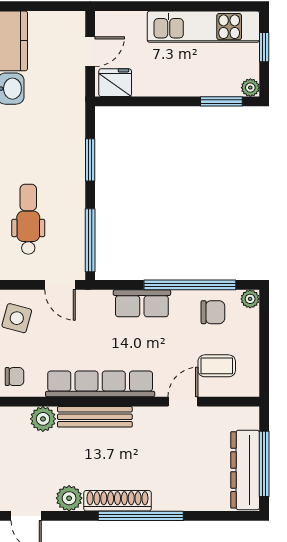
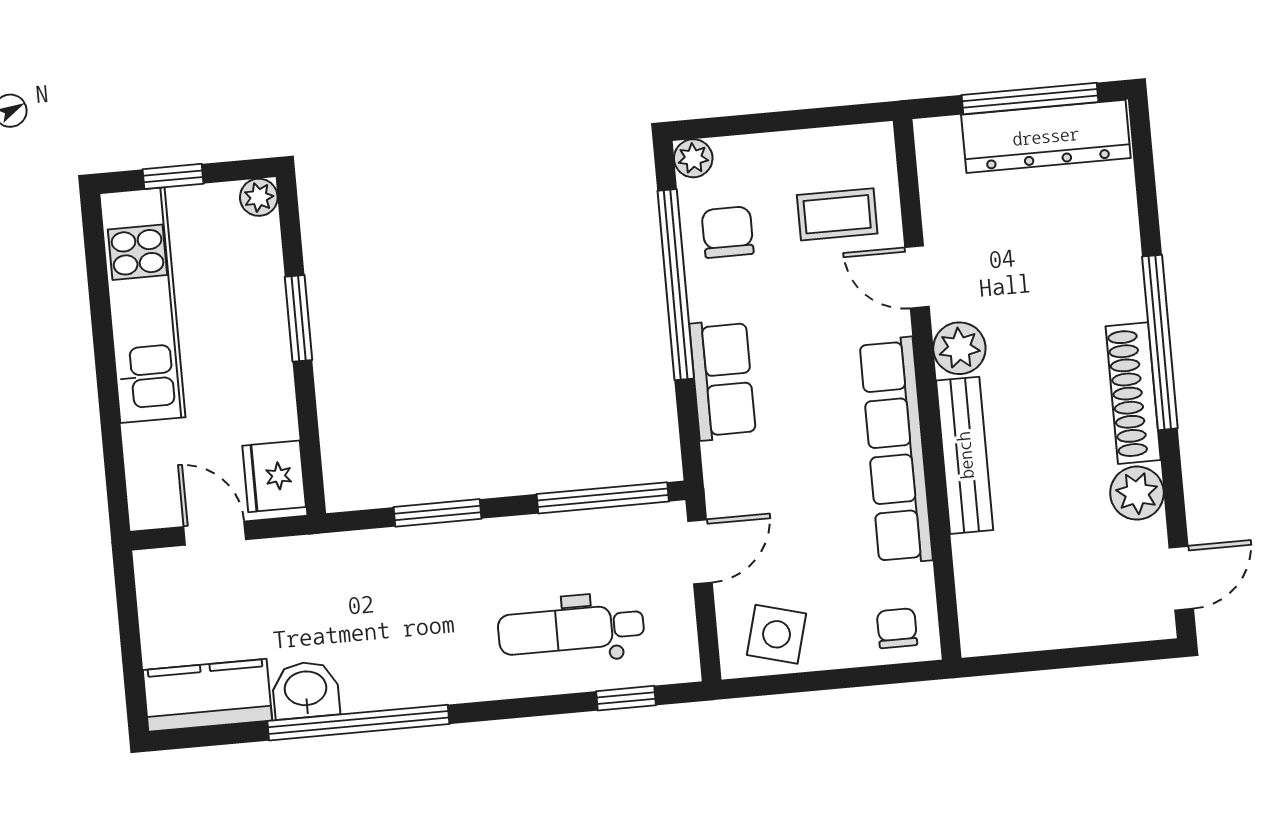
window: (221, 101) -> (298, 318), moved
coffee table: (217, 366) -> (837, 214), turned 90
plant: (43, 419) -> (959, 348), moved

